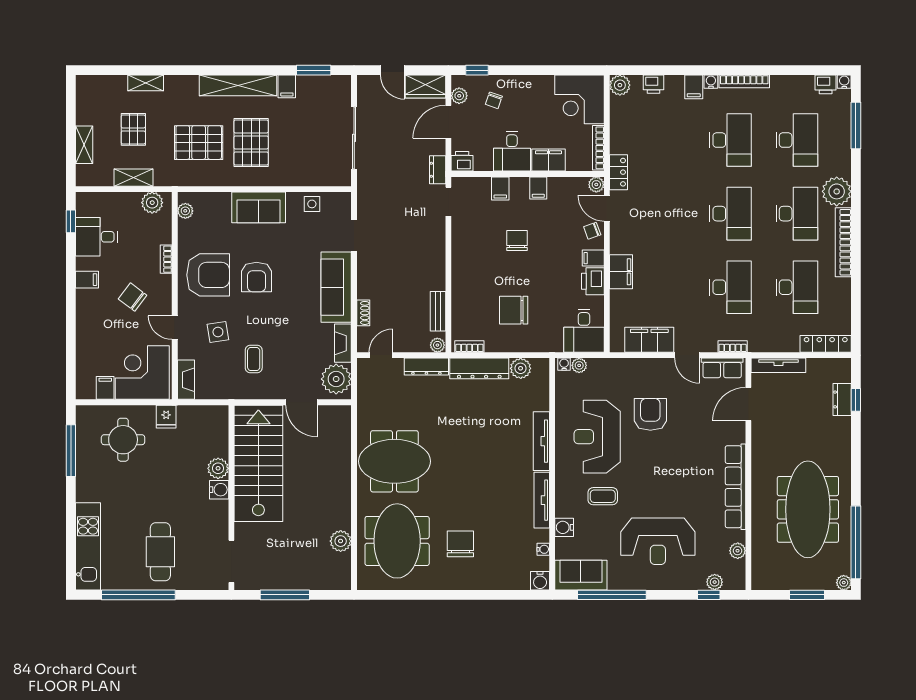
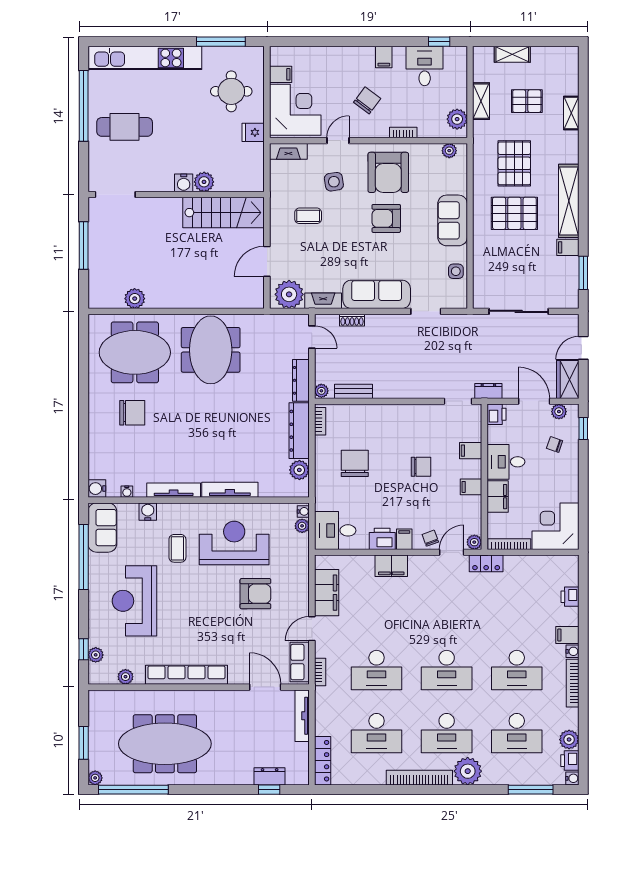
plant: (620, 85) -> (569, 740), moved
stairs: (258, 463) -> (224, 213), width x0.73, depth x0.66
kitchen unit: (88, 546) -> (145, 58), width x1.36

